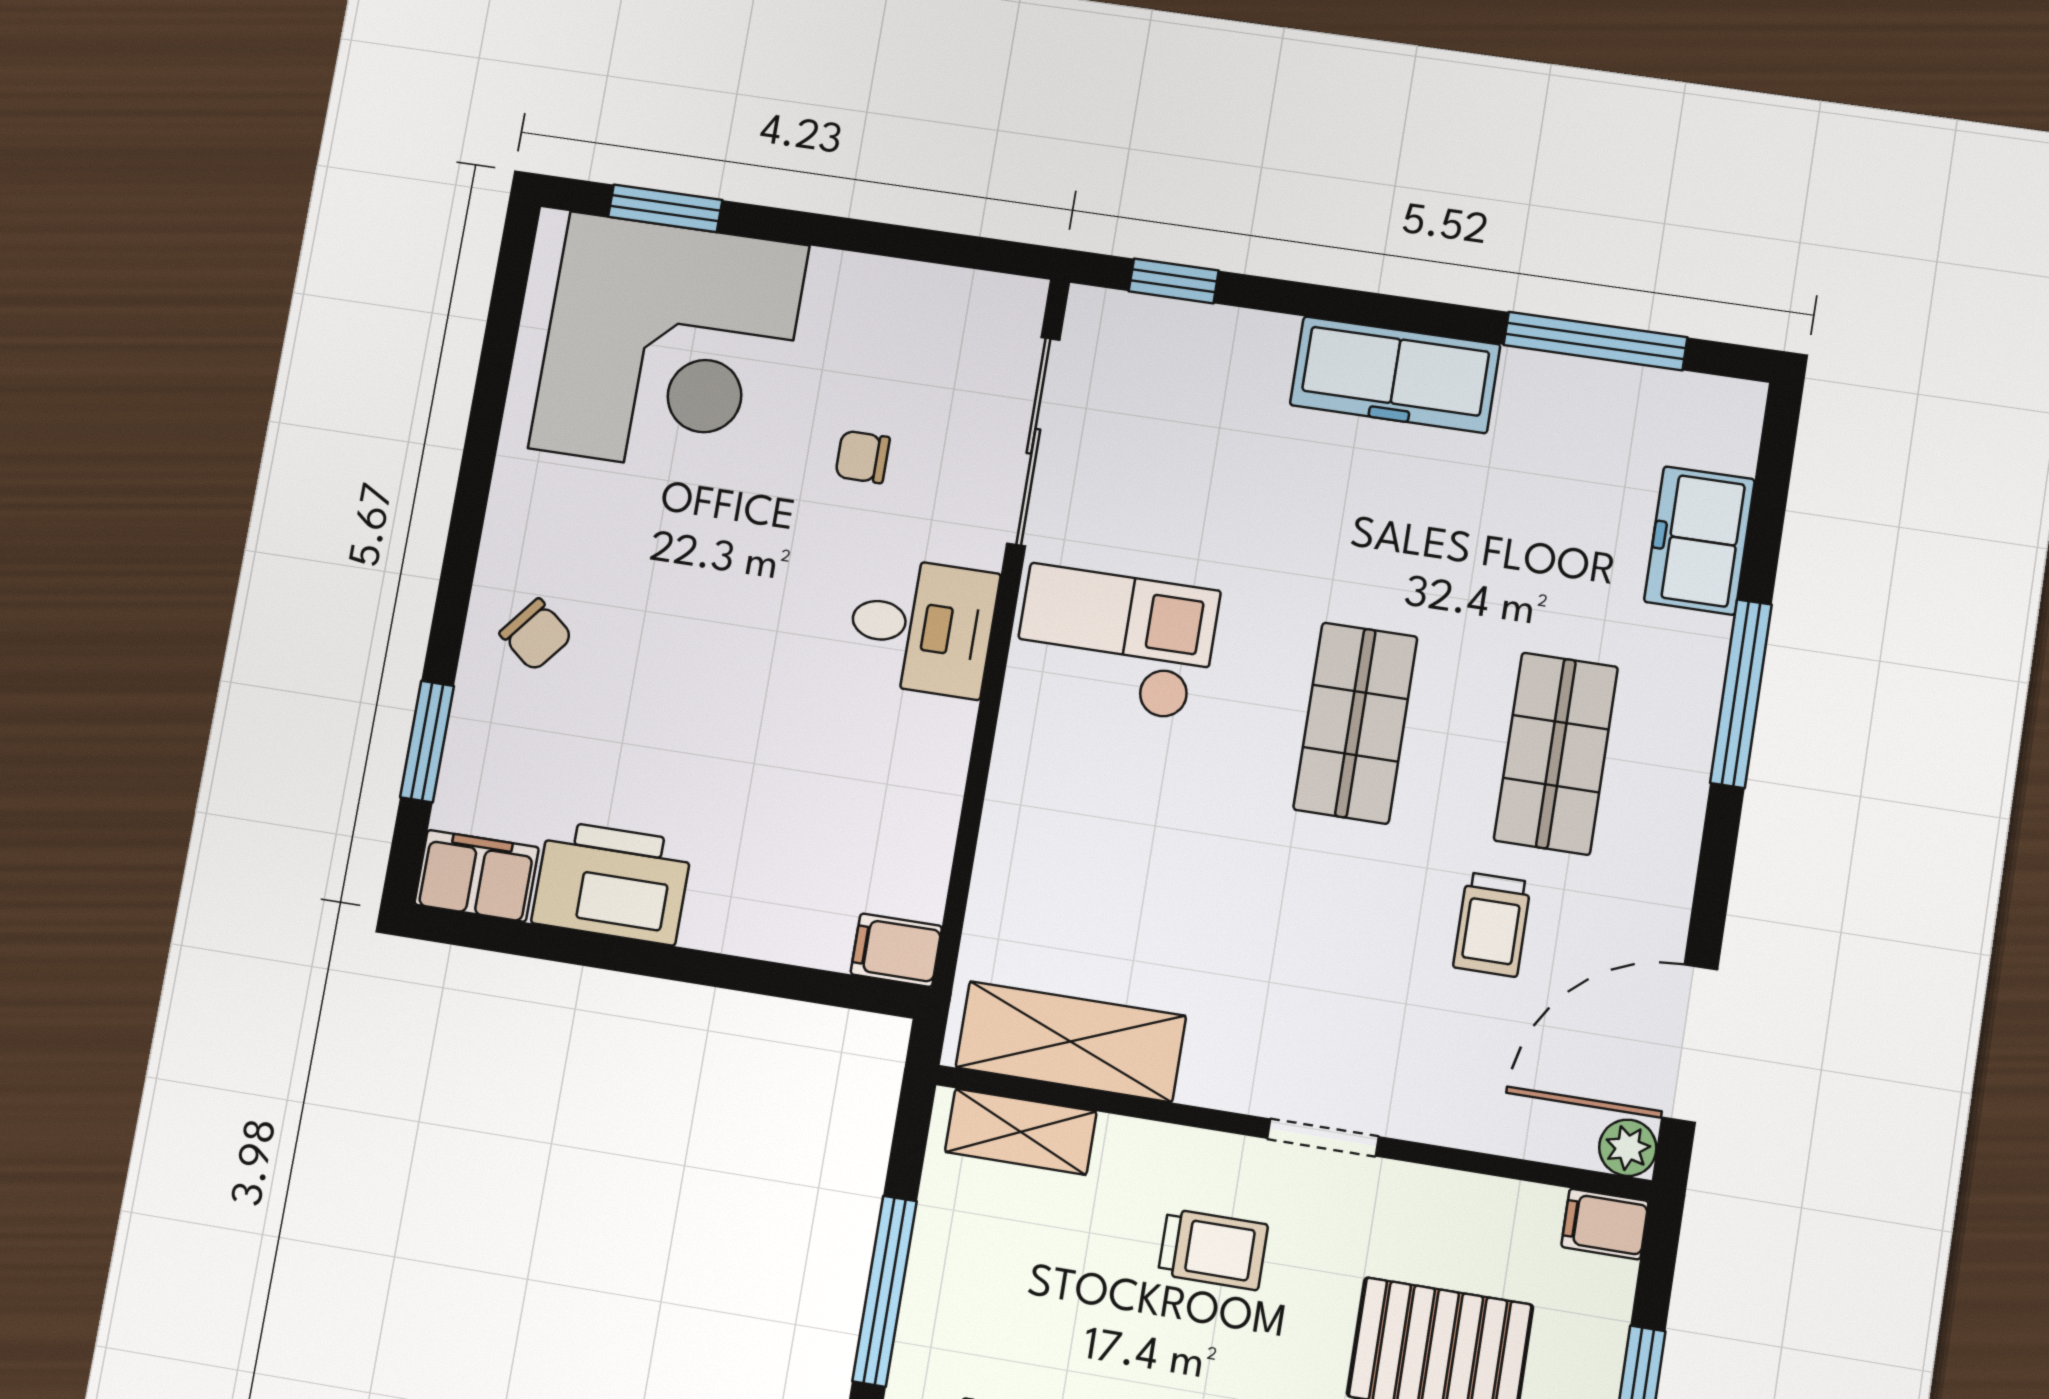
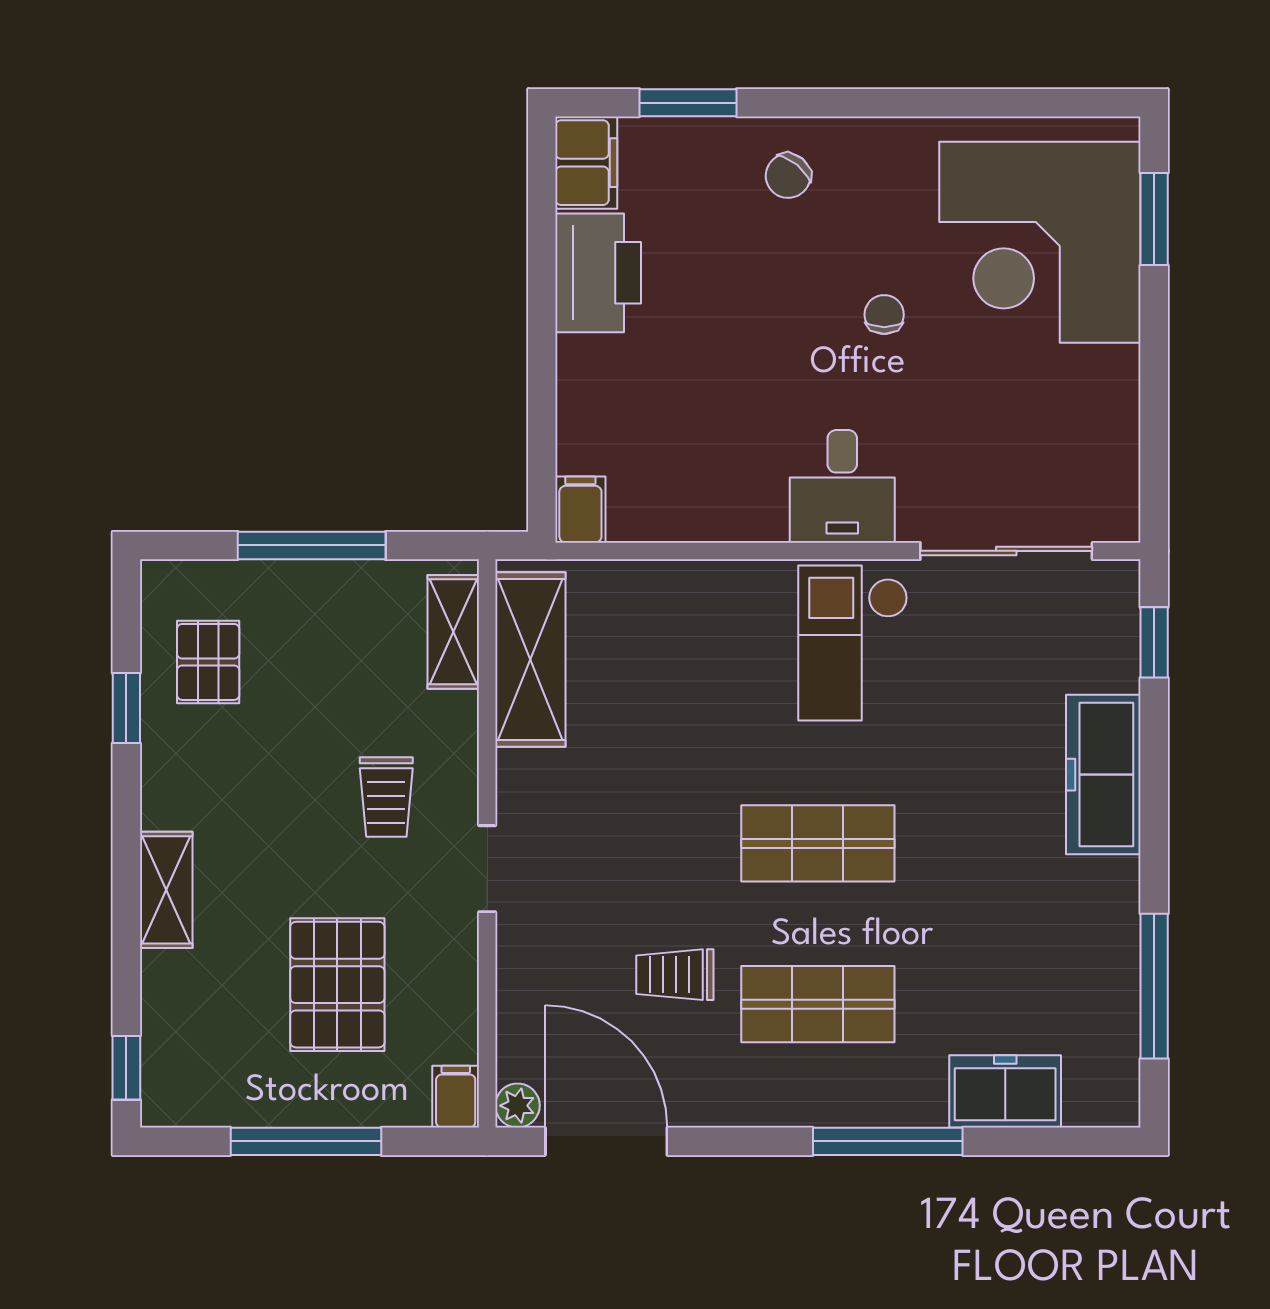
freezer: (1395, 375) -> (1103, 775), moved
chair: (862, 457) -> (884, 315), moved
checkout: (1115, 643) -> (853, 643), turned 180

